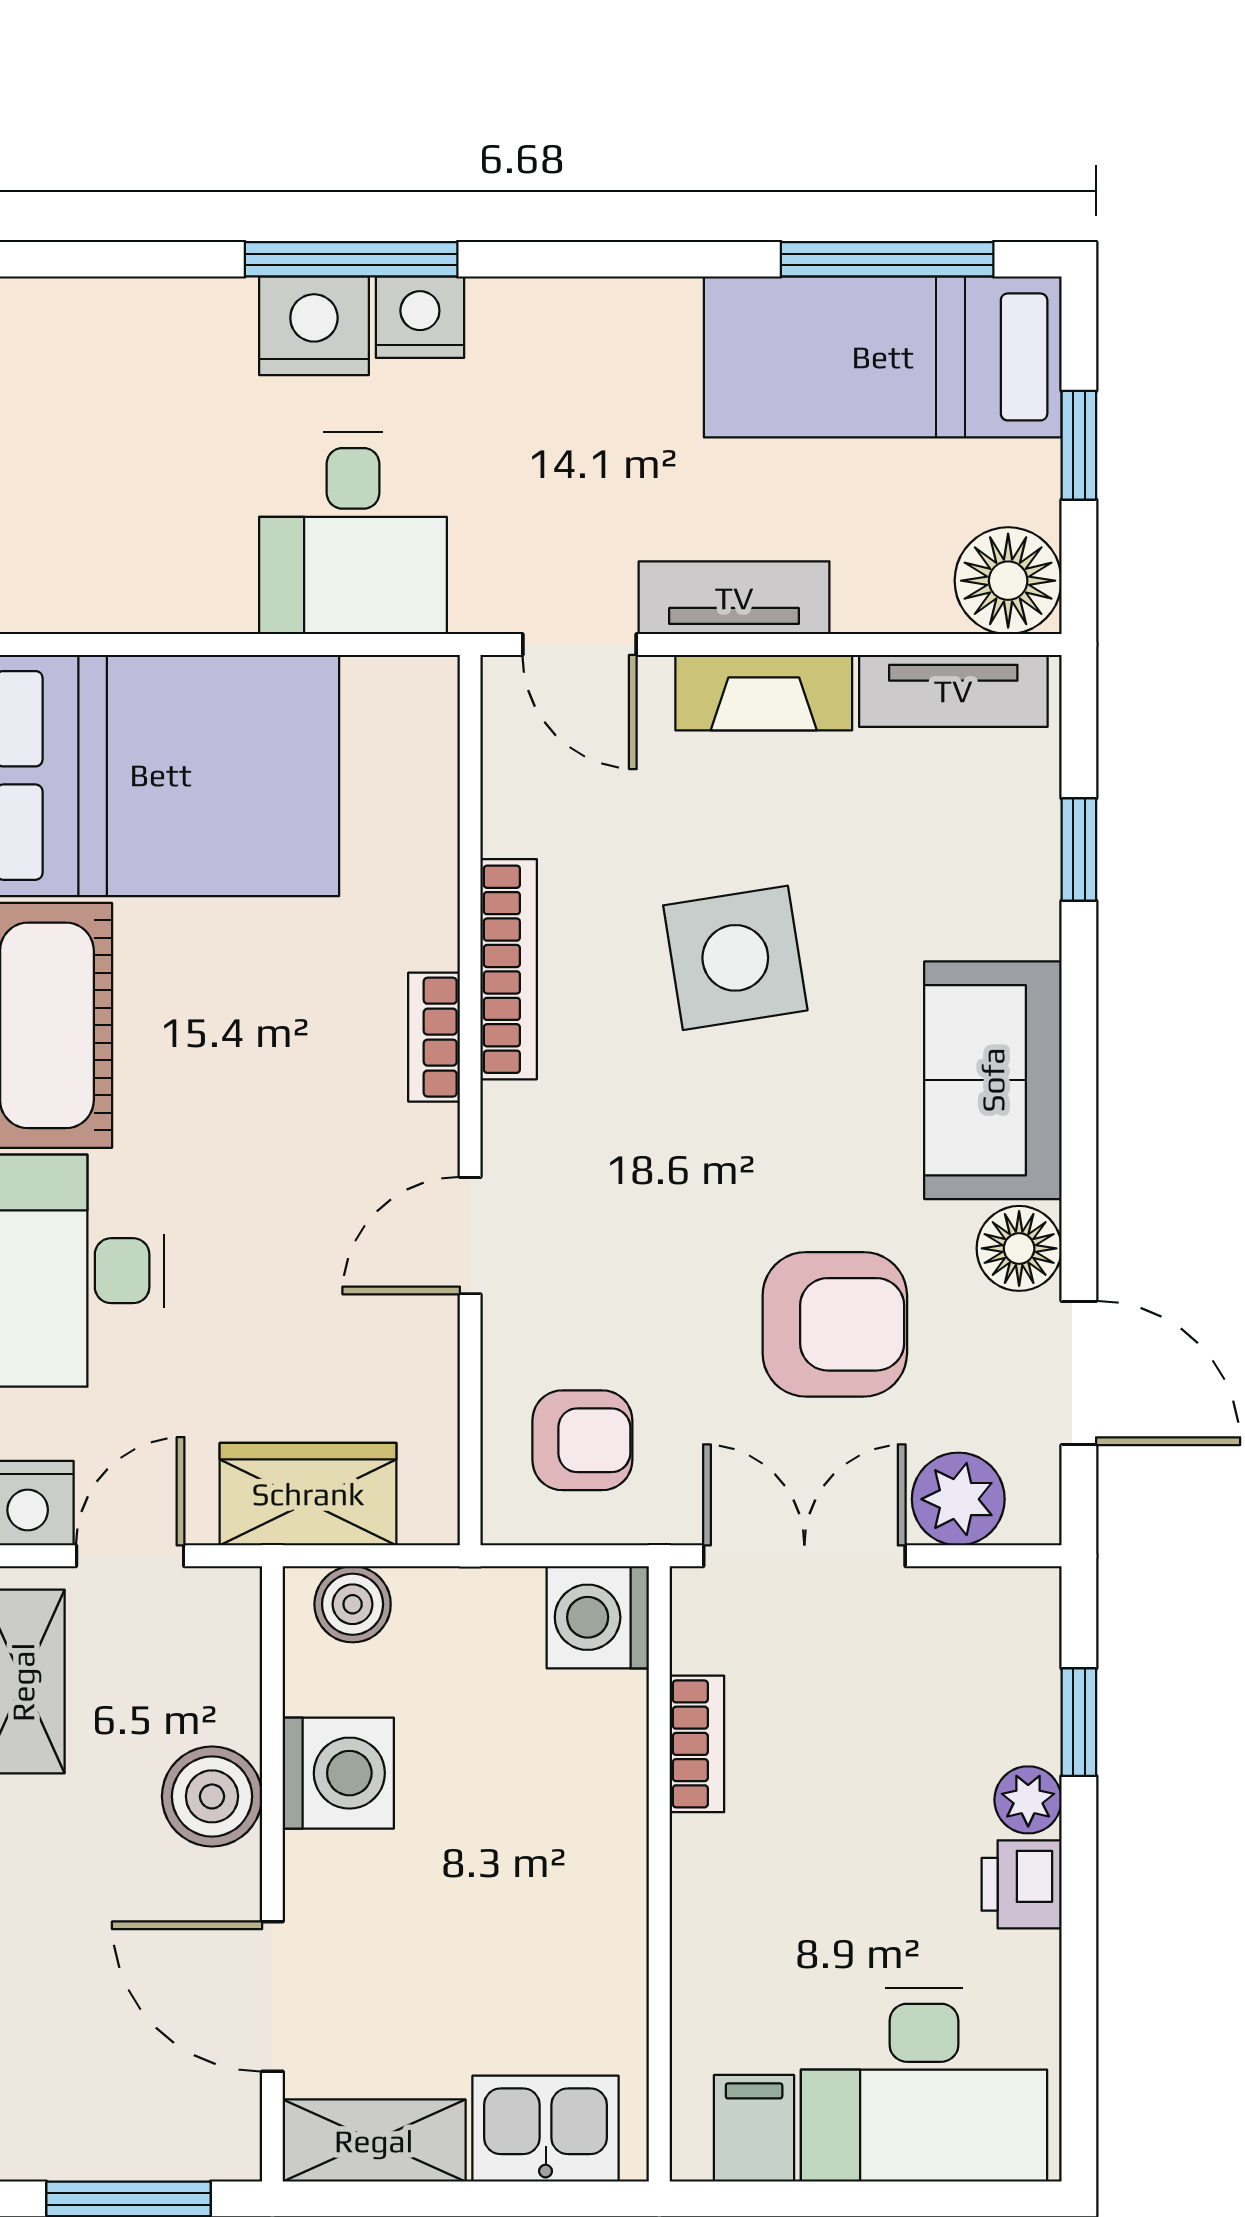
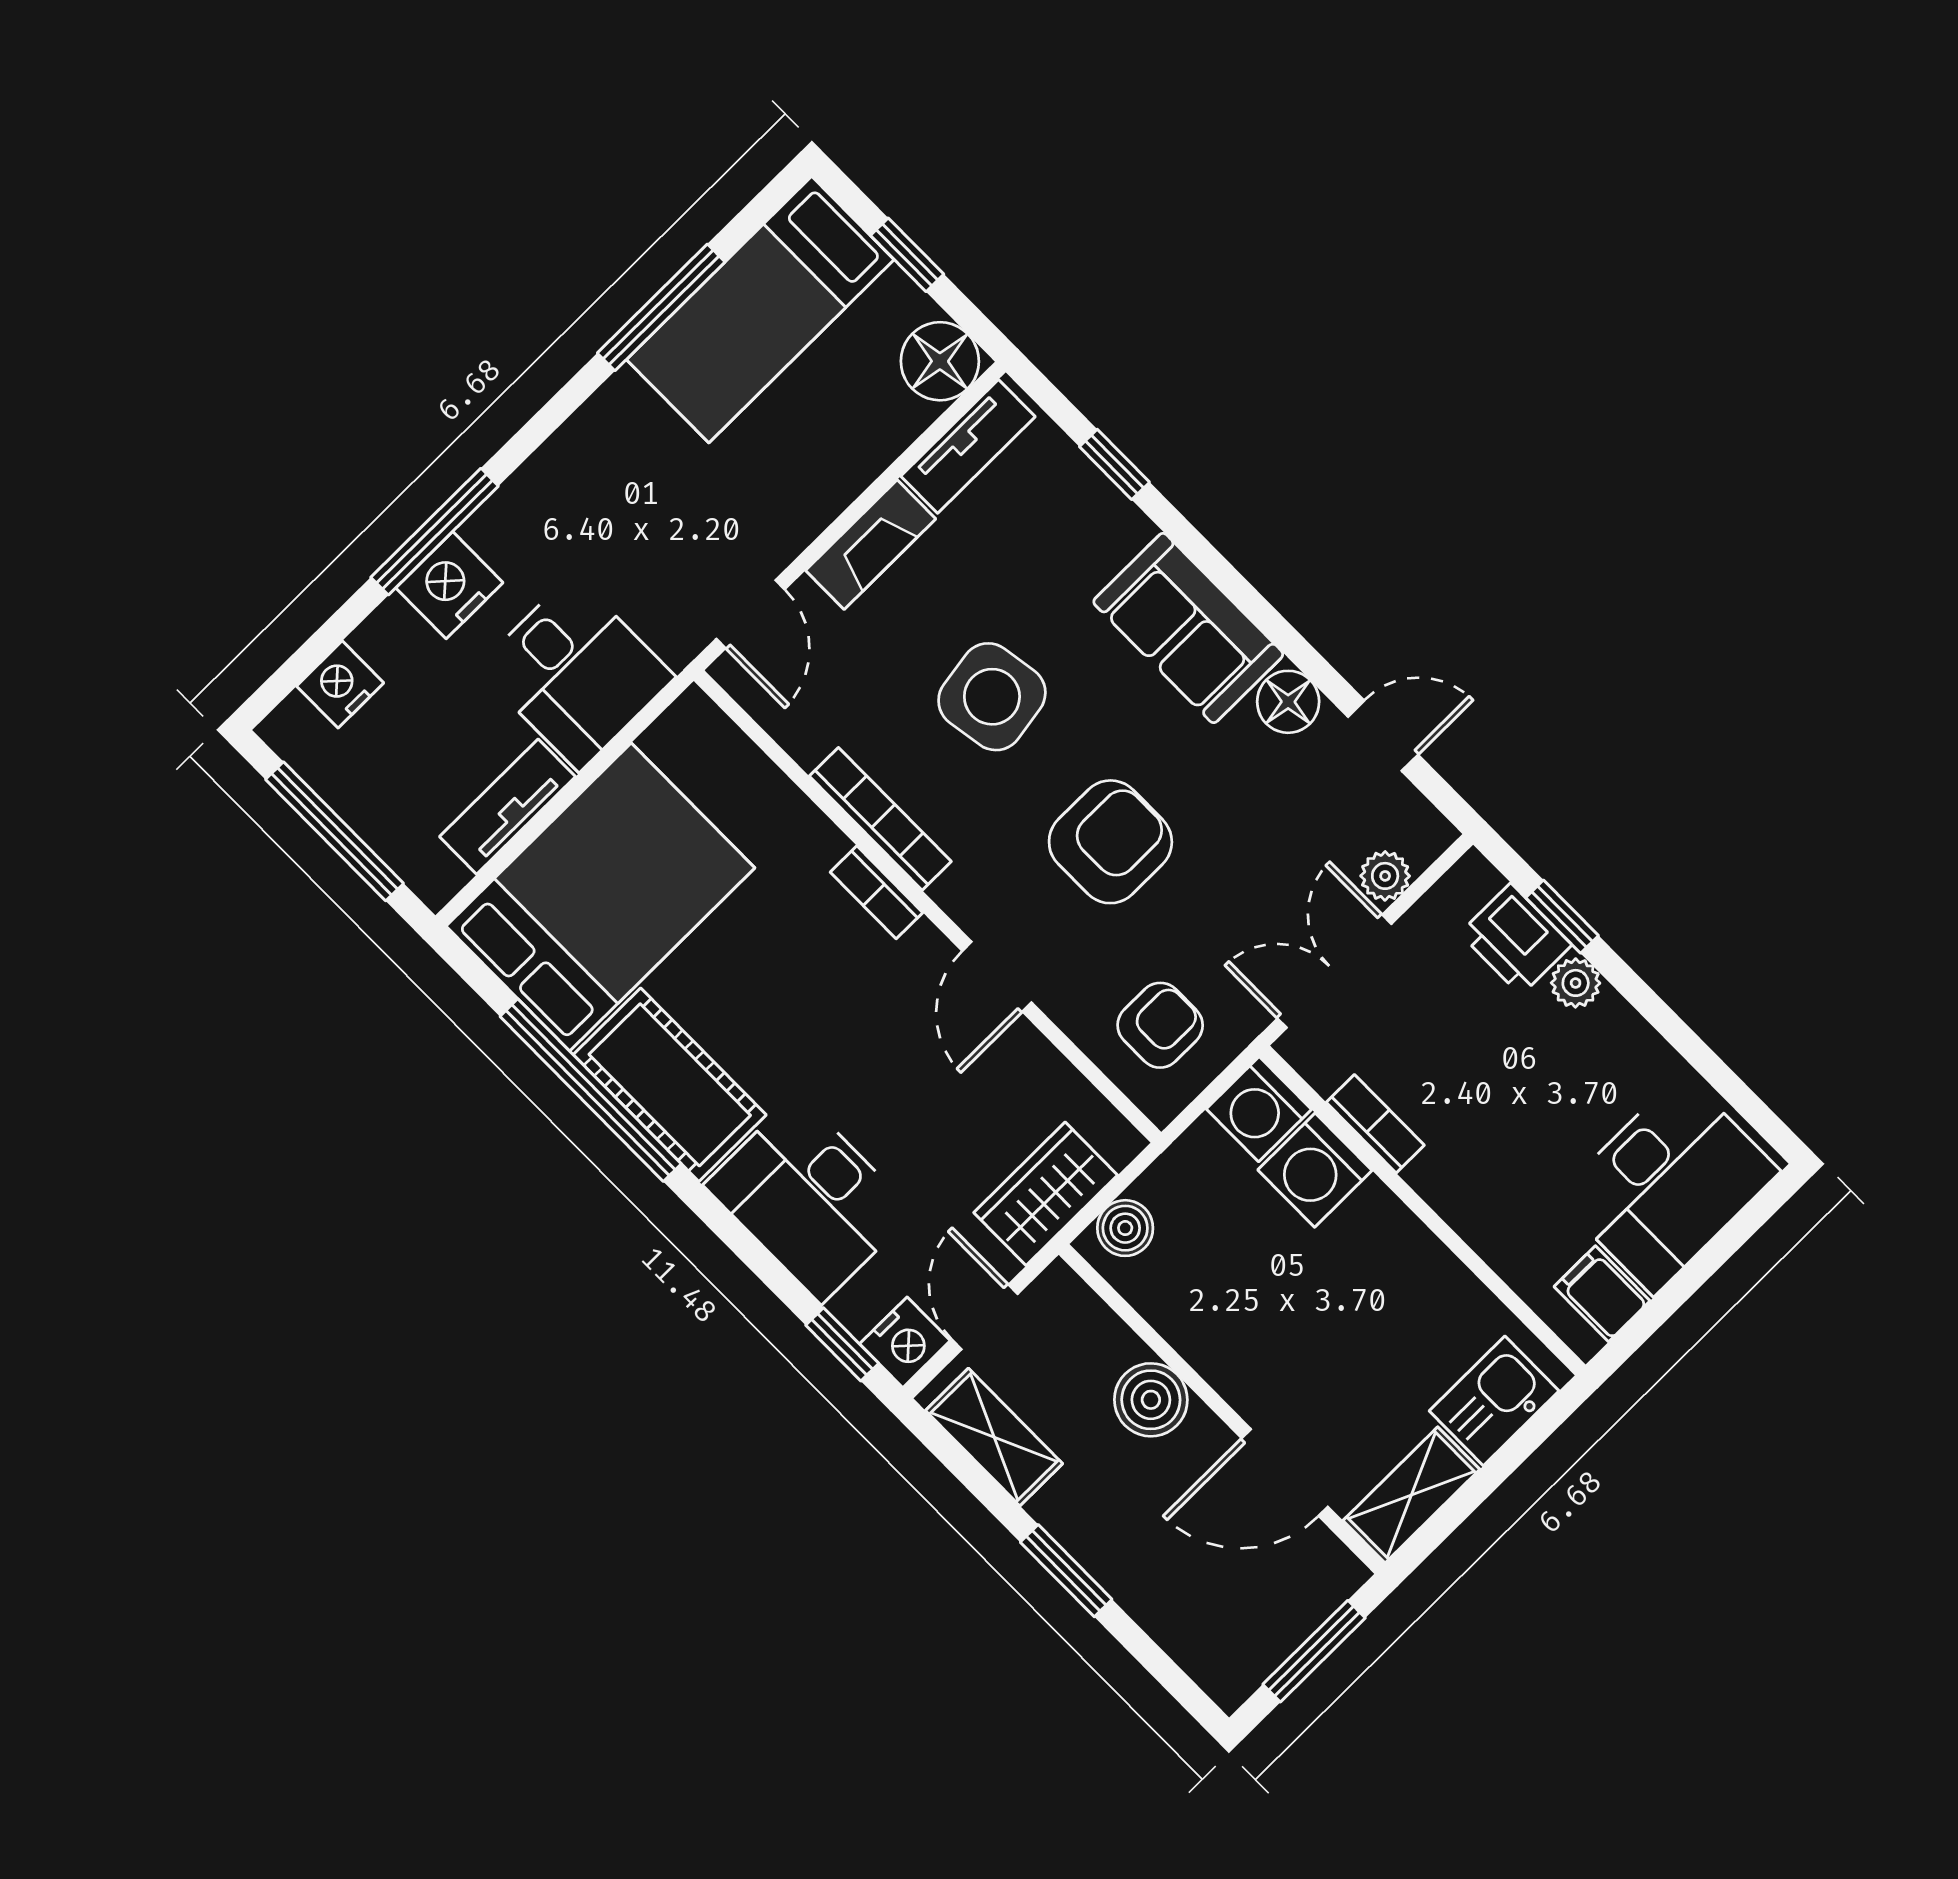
window: (887, 259) -> (661, 307), moved
nightstand: (420, 317) -> (340, 684), moved
tv unit: (734, 598) -> (507, 807), moved
door: (580, 644) -> (750, 614), hinge flipped
armchair: (835, 1324) -> (1110, 842), moved
door: (1079, 1373) -> (1383, 736), width x0.73
plant: (958, 1499) -> (1385, 876), width x0.73, depth x0.73
washing machine: (338, 1773) -> (1315, 1170), moved, turned 180
printer: (1022, 1884) -> (1516, 939), moved, width x1.36, depth x1.24

